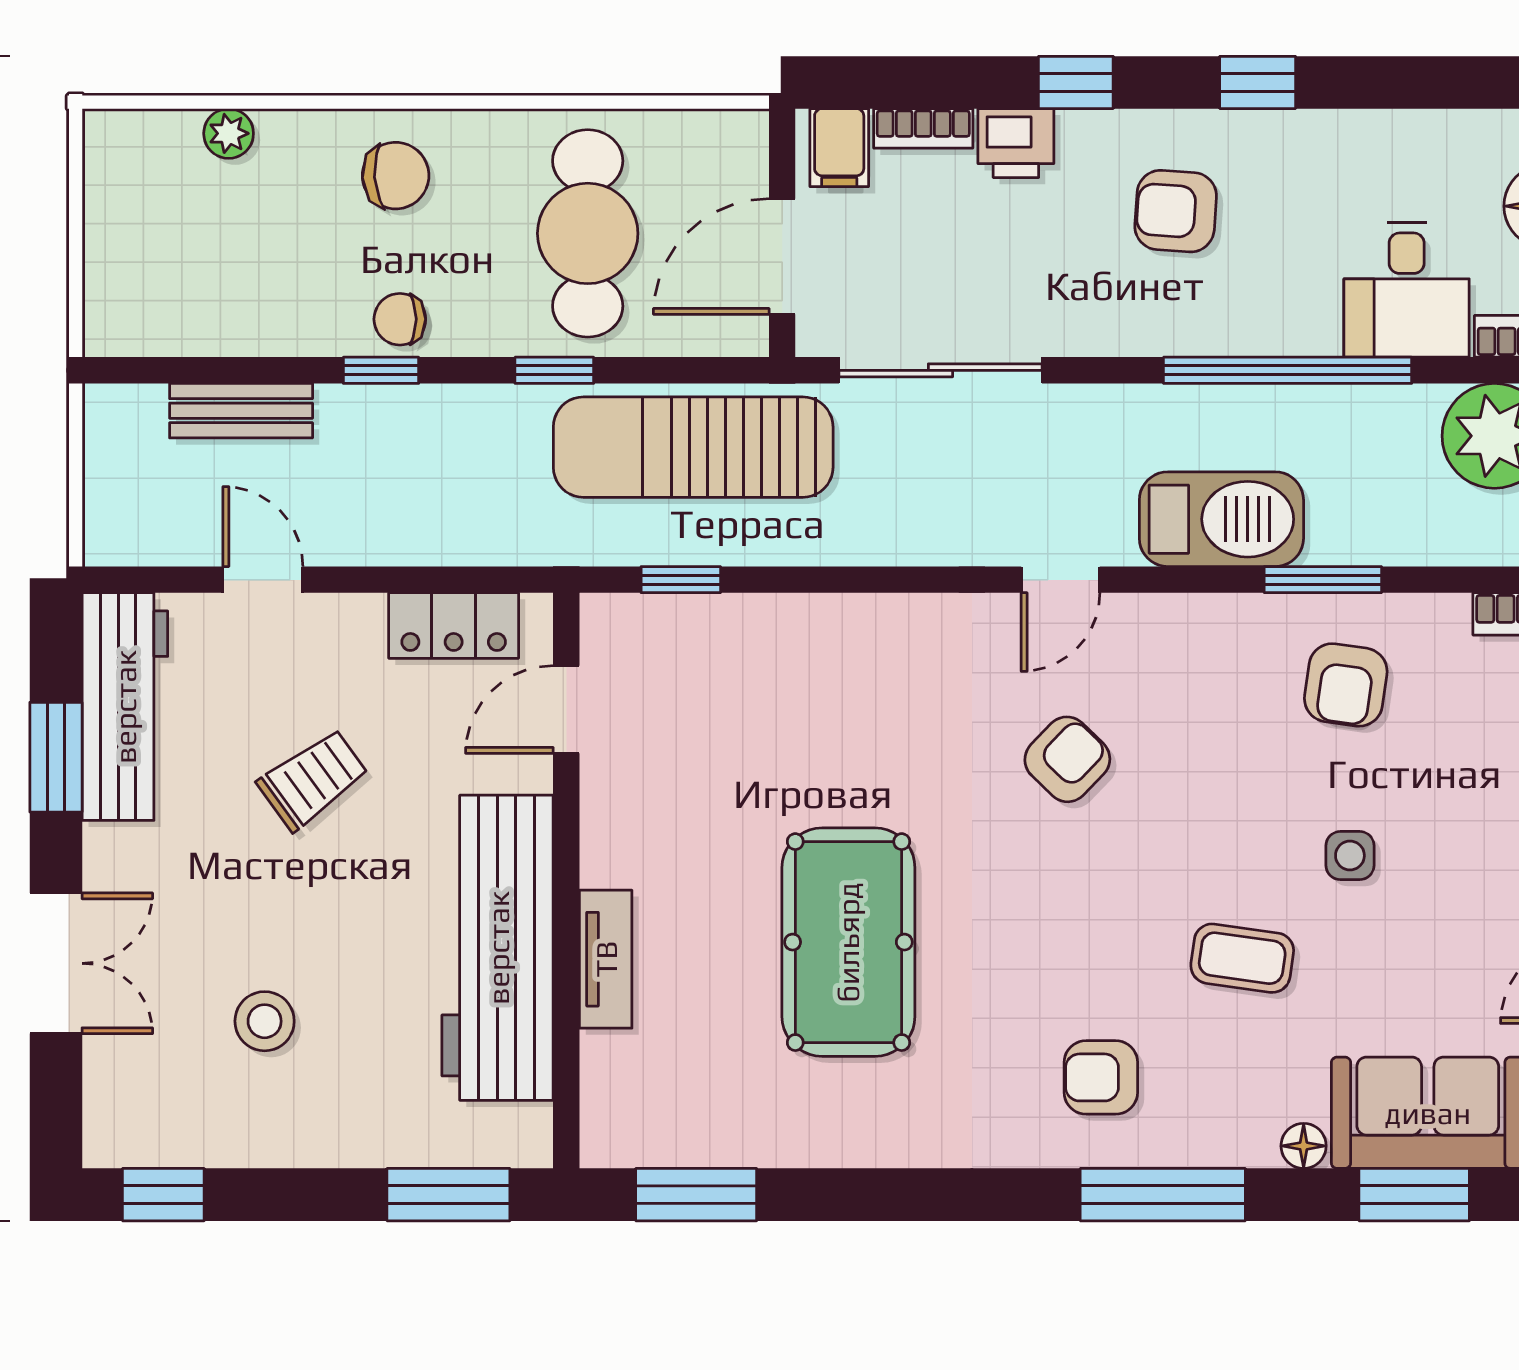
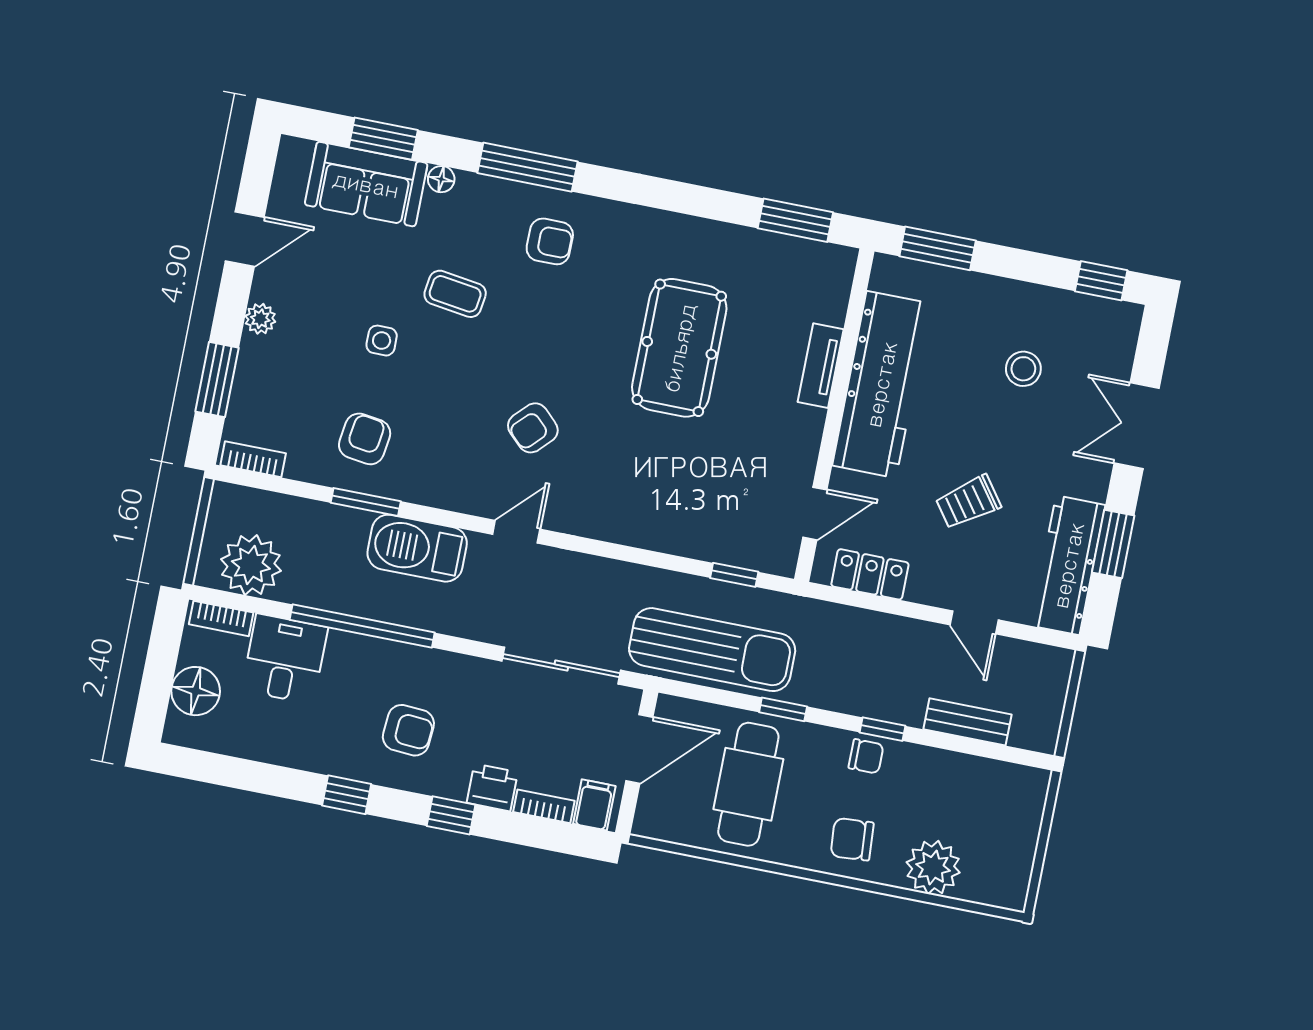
plant: (229, 133) -> (933, 867), width x1.87, depth x1.87

